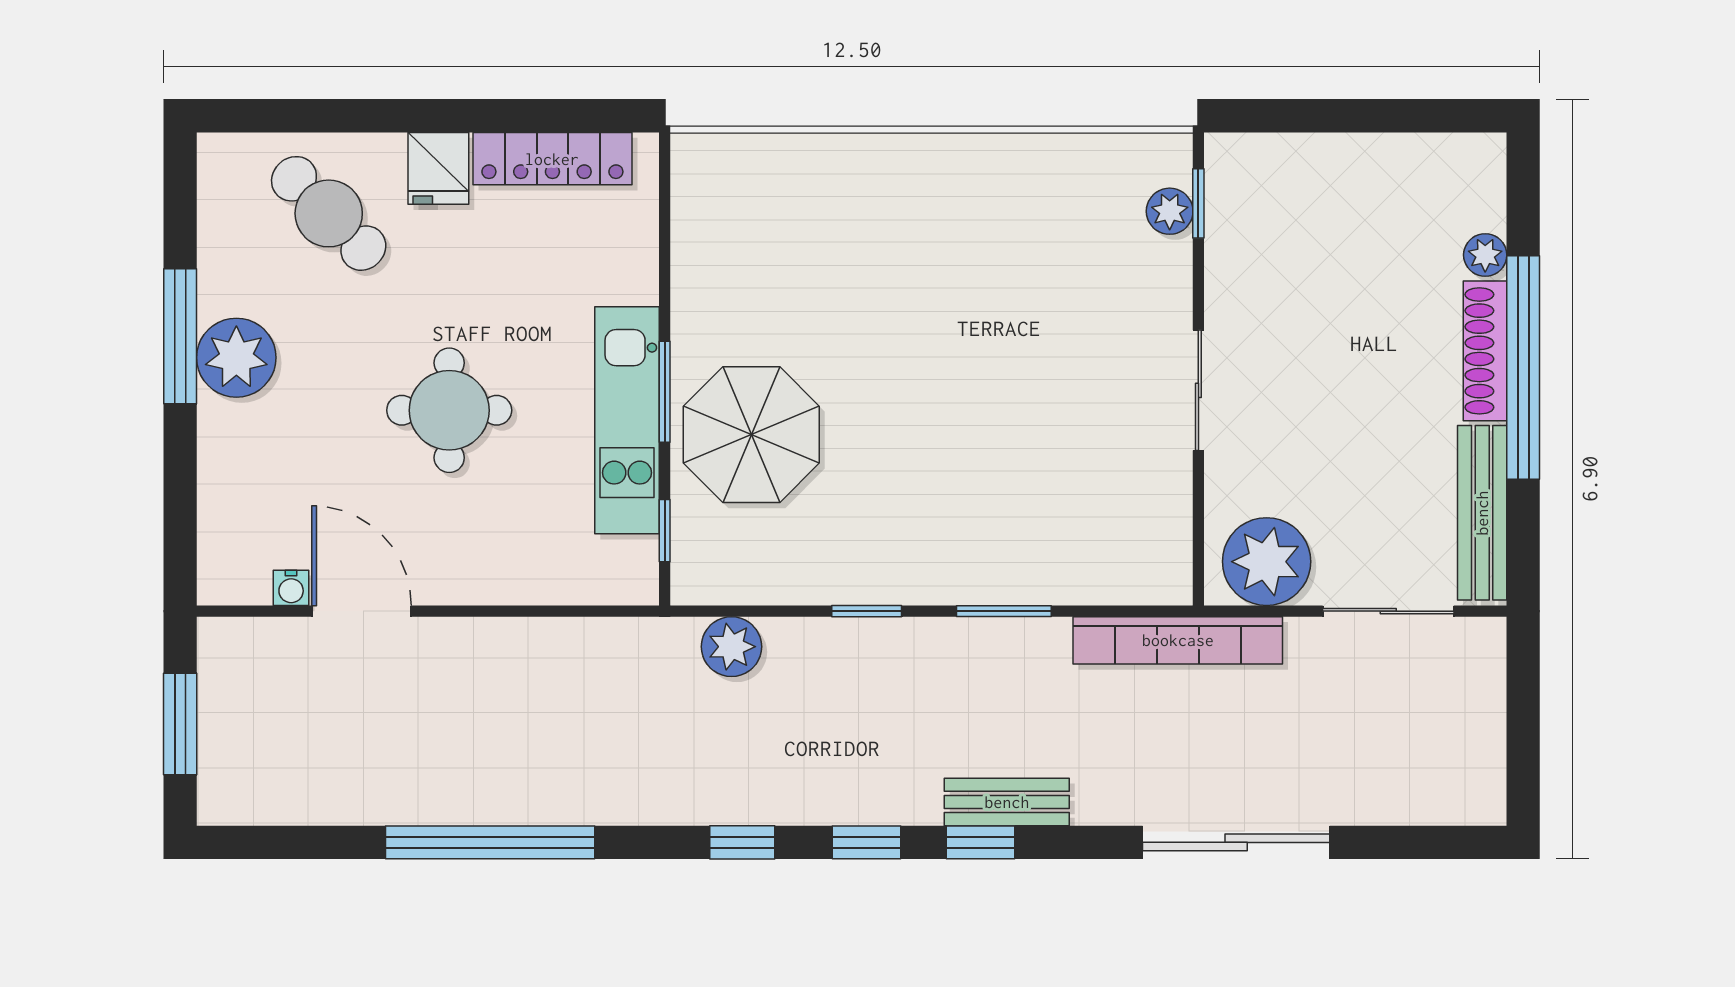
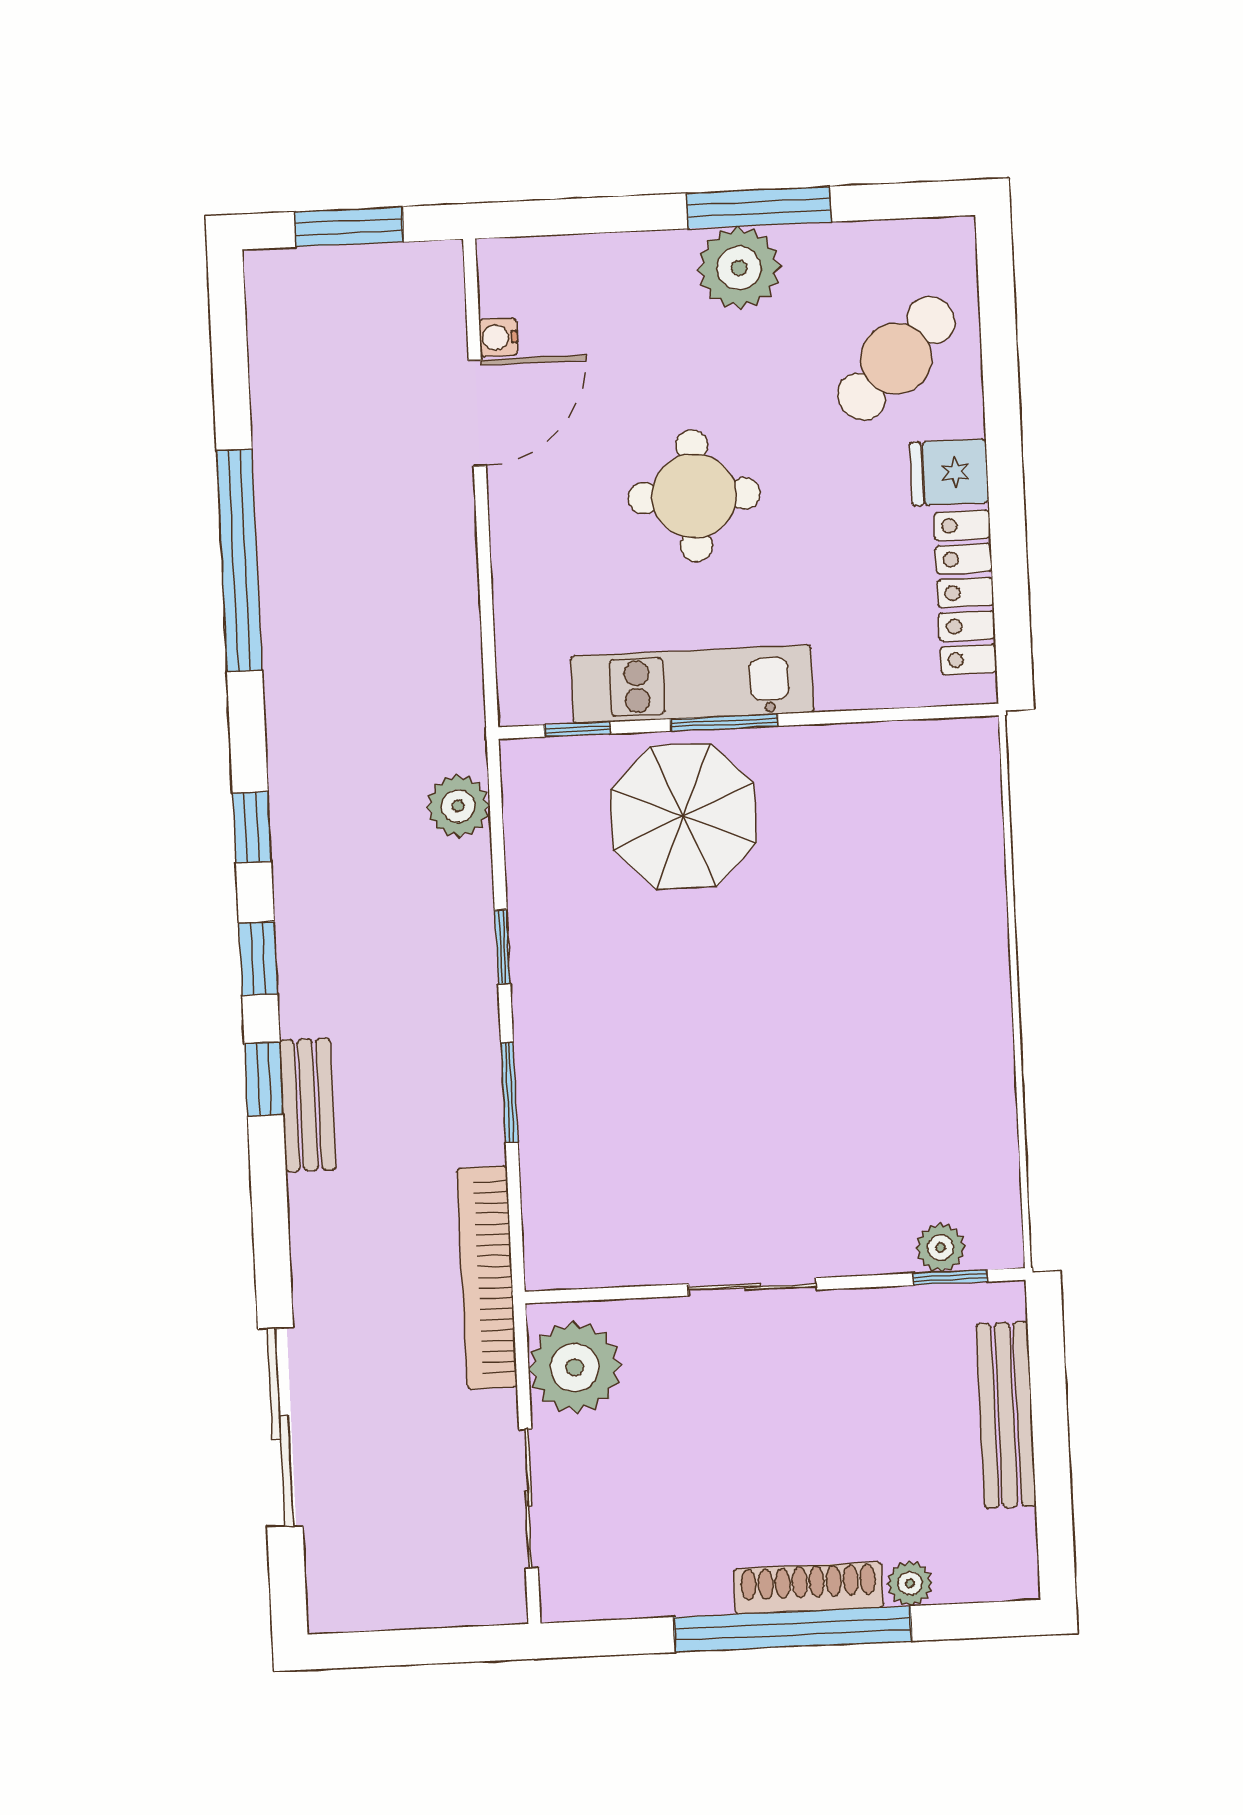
bench: (1482, 513) -> (1006, 1415), moved, turned 90
sliding door: (1236, 842) -> (280, 1427), moved

